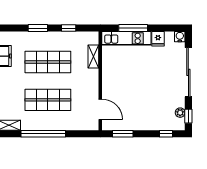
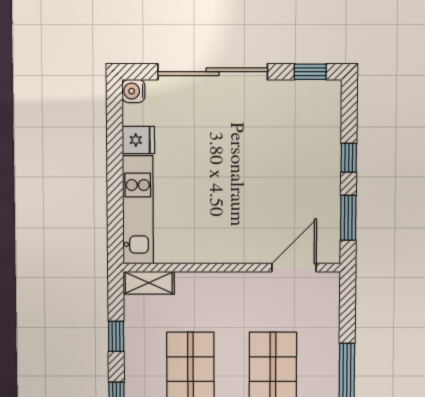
window: (133, 28) -> (115, 195), removed
shelving: (93, 56) -> (149, 283), moved
plant: (180, 113) -> (302, 90), removed
window: (166, 134) -> (349, 158), moved

